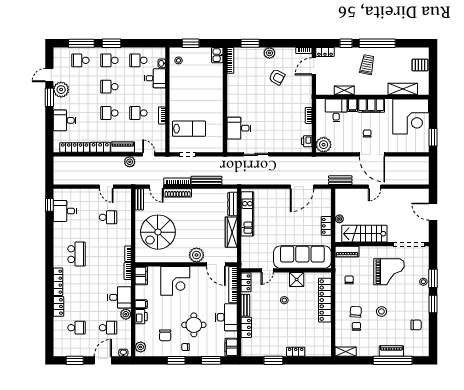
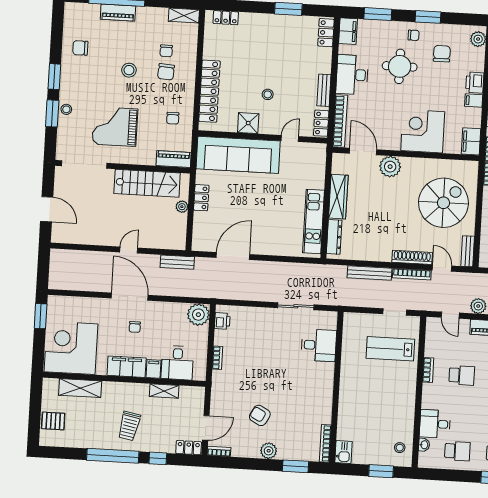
locker: (246, 327) -> (326, 33), moved
locker: (296, 352) -> (226, 18), moved

